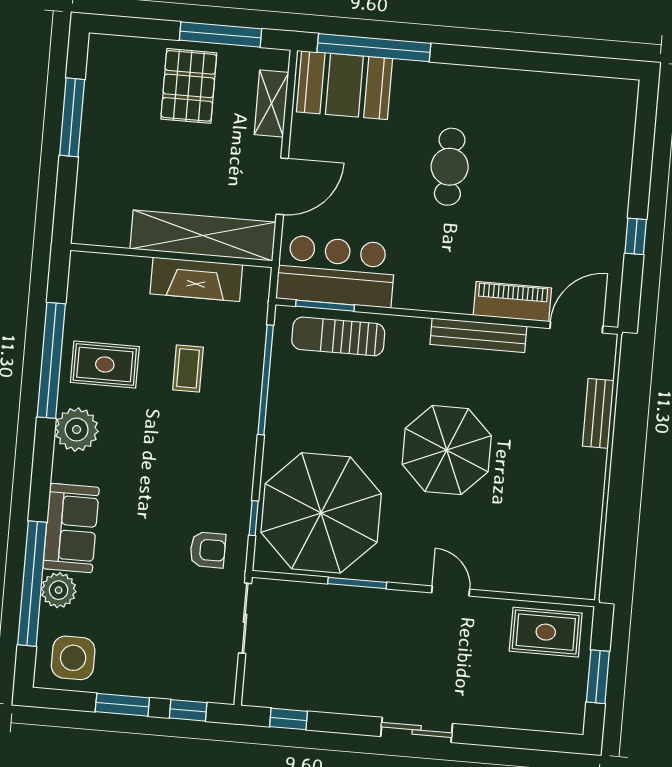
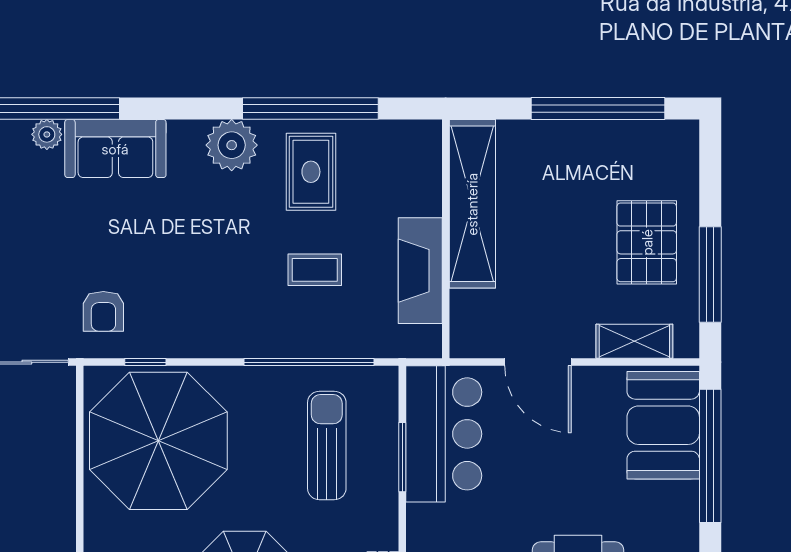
pallet: (189, 86) -> (647, 242), turned 90
window: (72, 117) -> (598, 108), width x1.46
shelving: (203, 235) -> (472, 204), moved
window: (325, 306) -> (402, 457), moved
sun lounger: (338, 336) -> (327, 445), moved
window: (357, 583) -> (80, 490), removed
plant: (59, 590) -> (47, 134), width x0.73, depth x0.73

